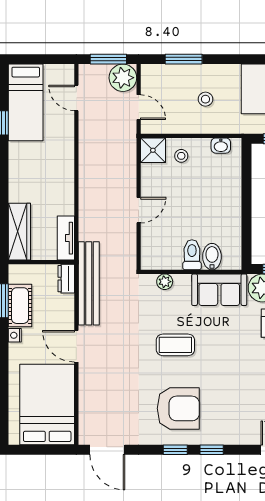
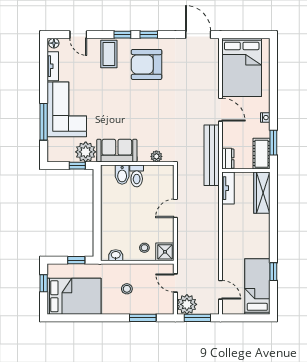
cot: (20, 306) -> (261, 154), moved
coffee table: (175, 345) -> (109, 54), moved, turned 90

